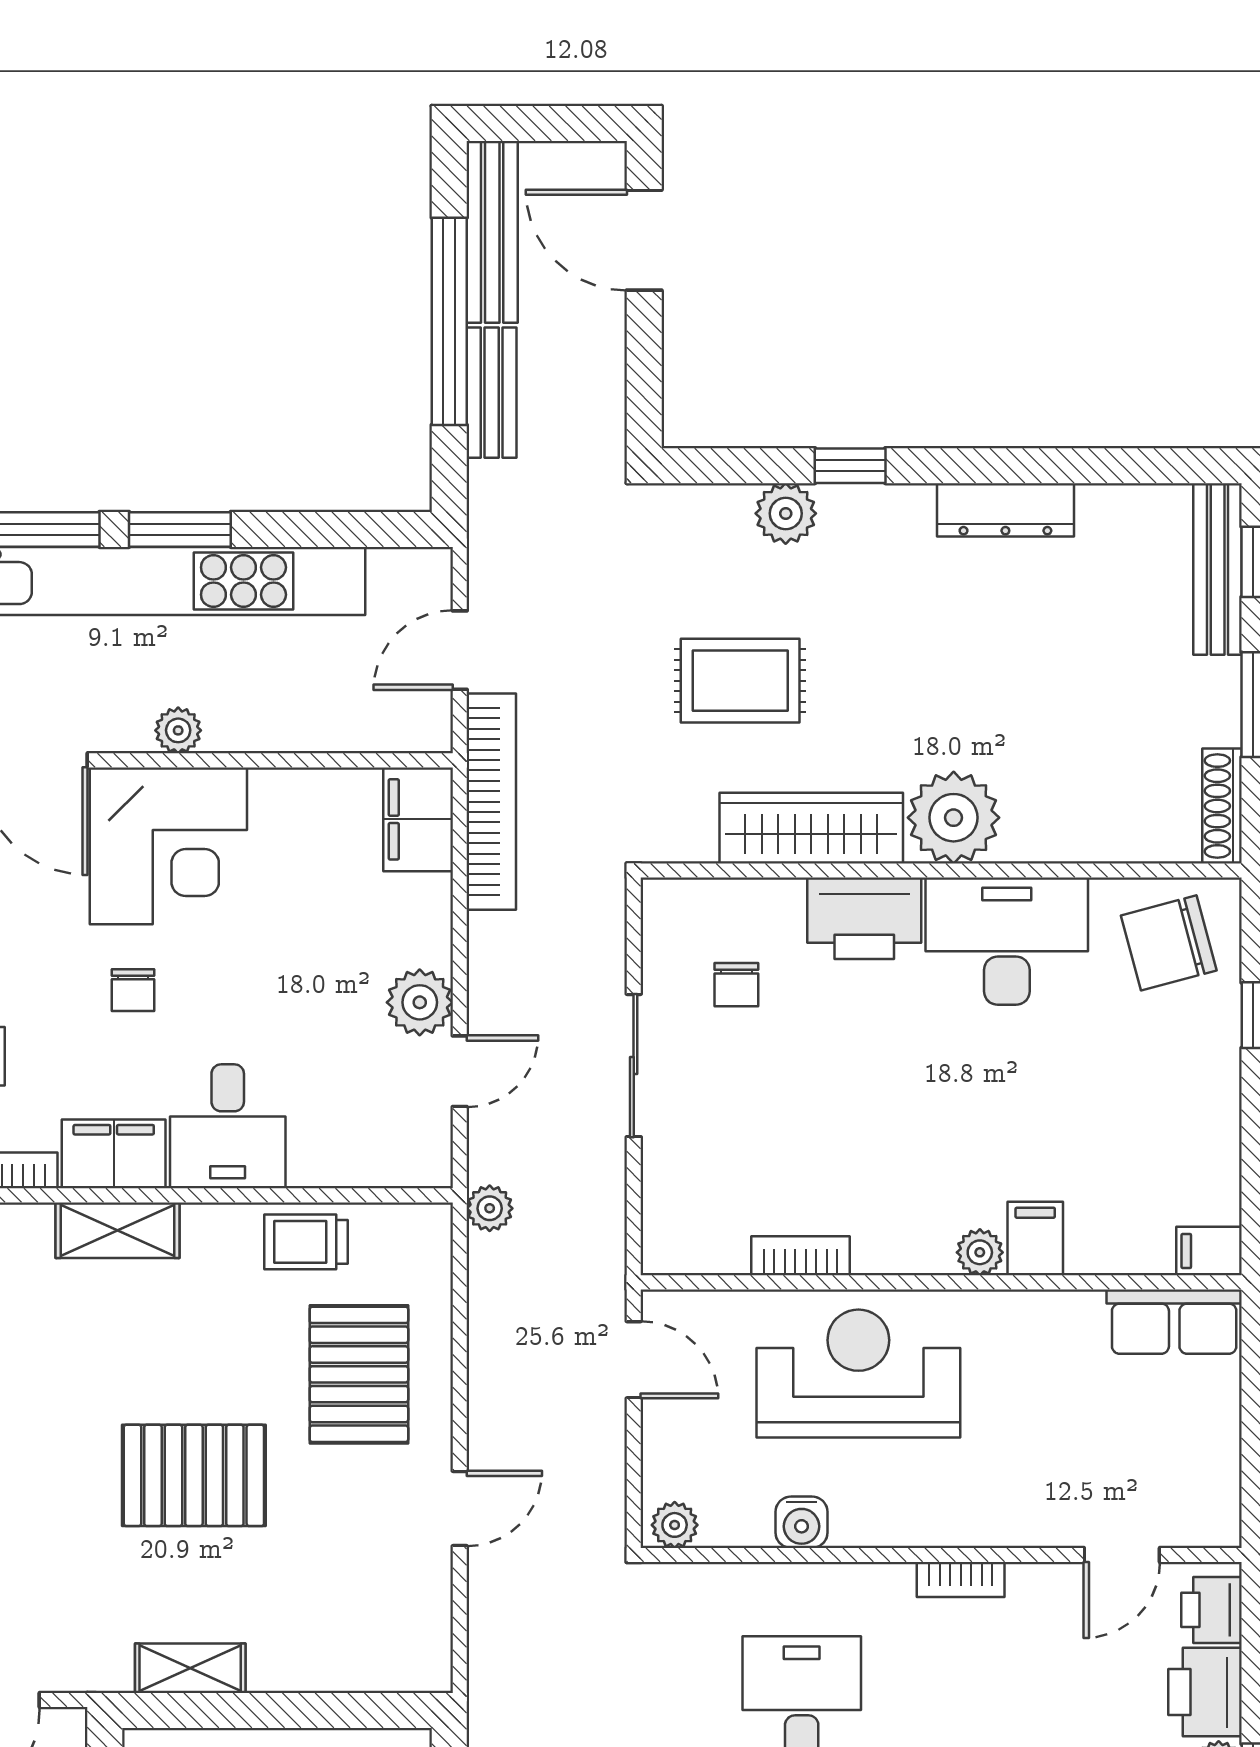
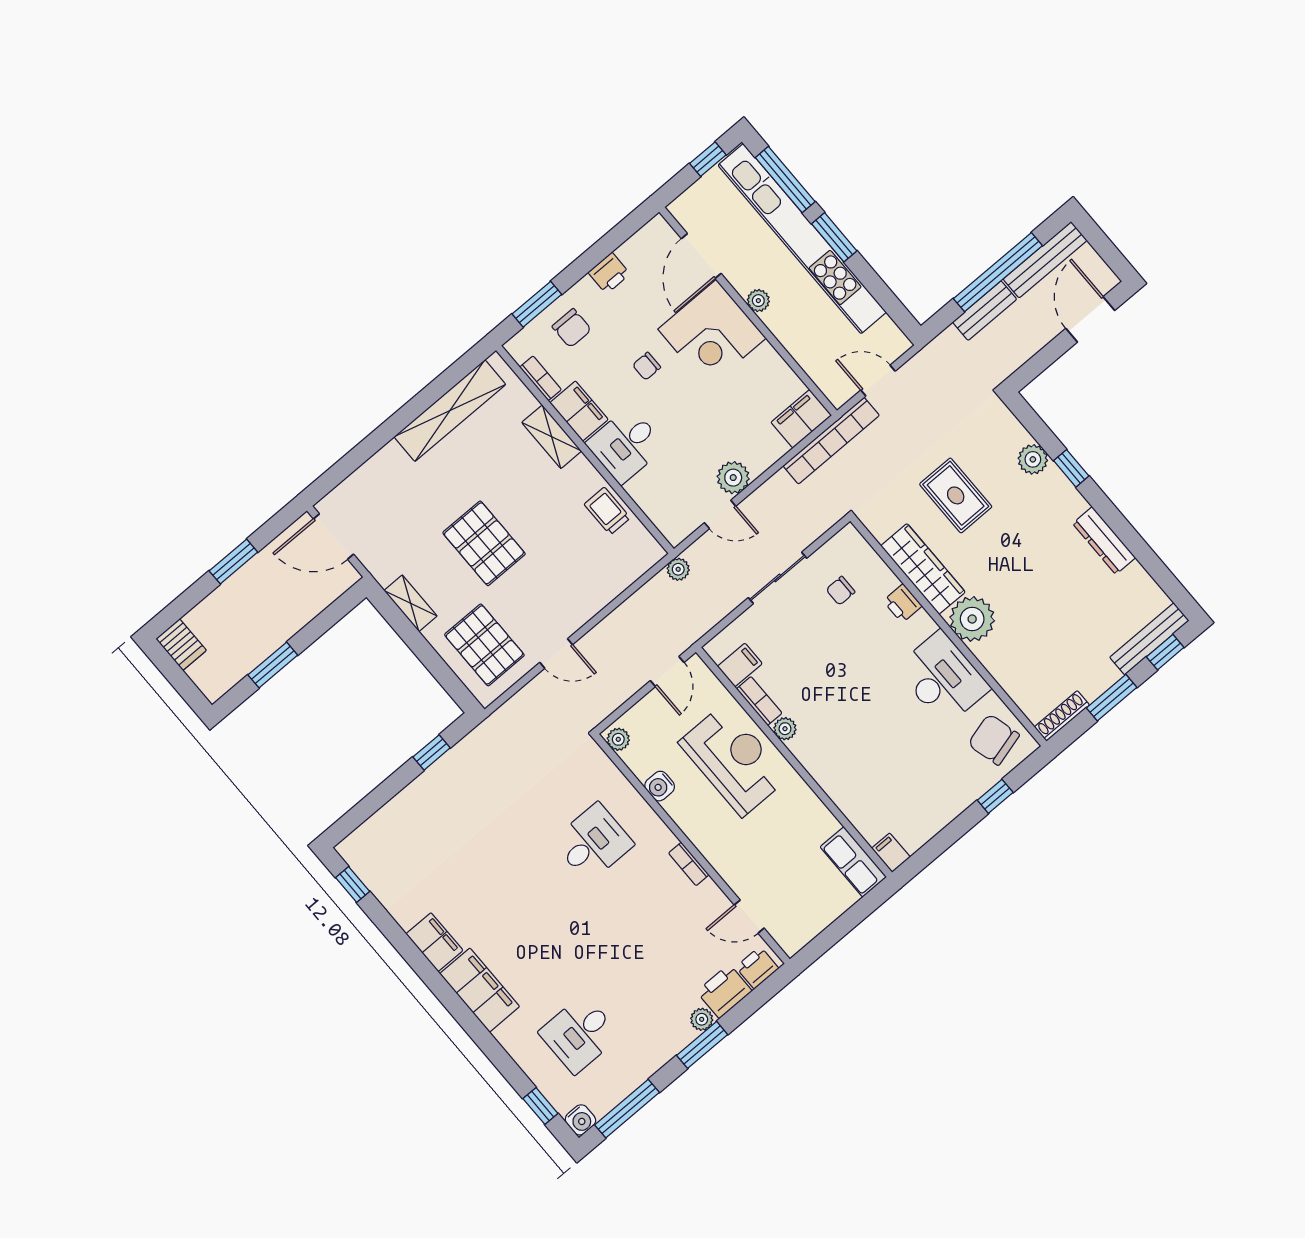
printer: (864, 918) -> (903, 603), width x0.53, depth x0.68
filing cabinet: (1035, 1239) -> (740, 665), moved
plant: (980, 1252) -> (785, 729), moved
pallet: (359, 1374) -> (484, 645), moved, turned 90

